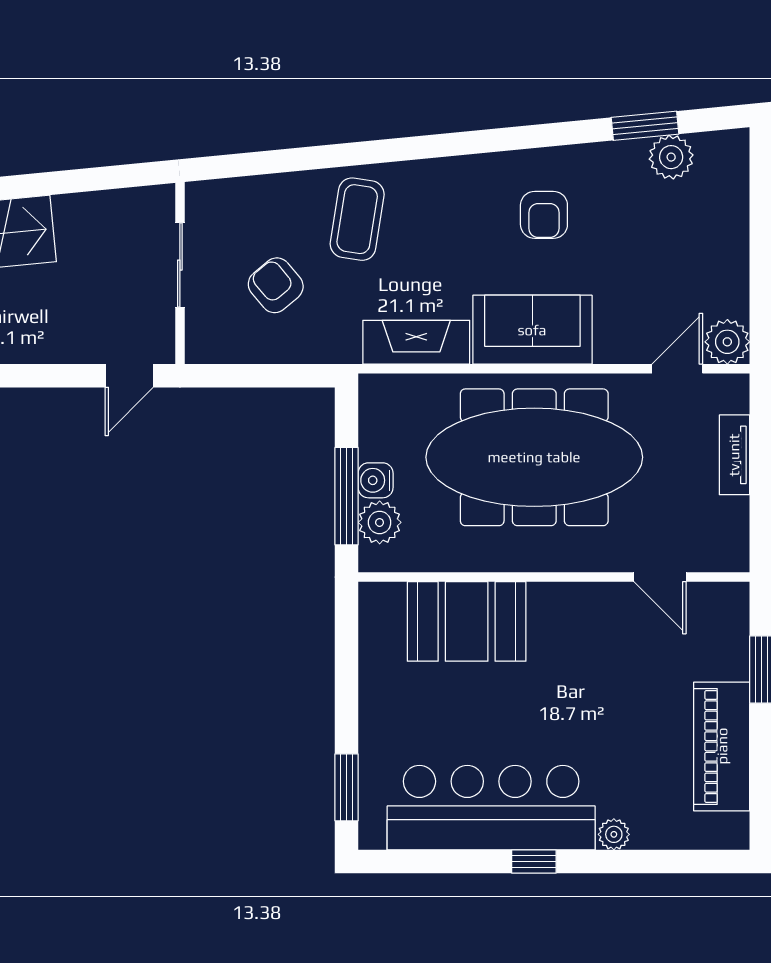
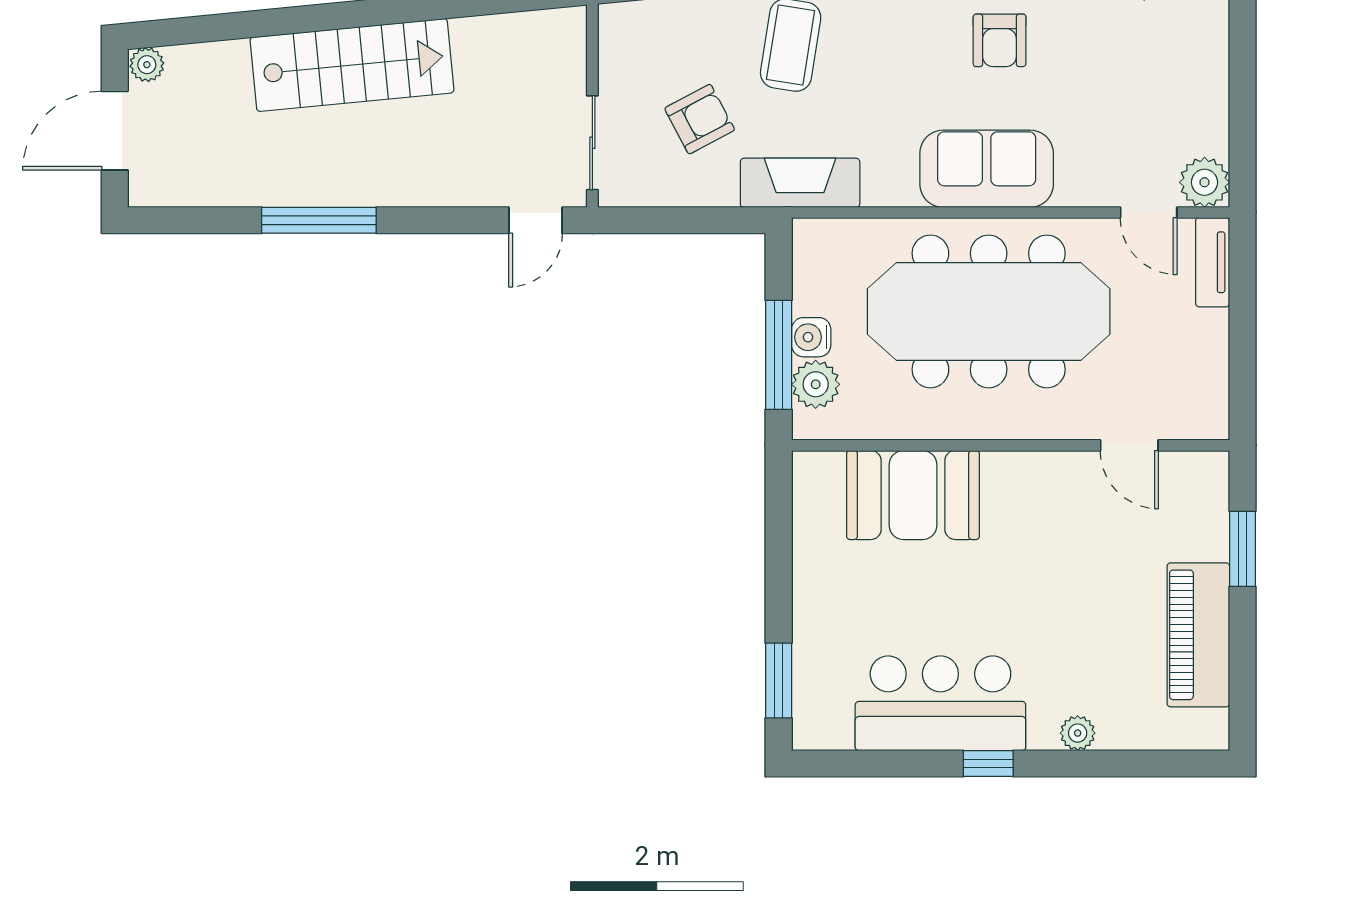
sliding door: (180, 265) -> (592, 143), moved
armchair: (276, 285) -> (700, 119), turned 102
fireplace: (416, 342) -> (800, 183), moved
door: (677, 369) -> (1149, 213), swing flipped
tv unit: (734, 455) -> (1213, 262), moved
bar counter: (491, 808) -> (940, 703), width x0.73

